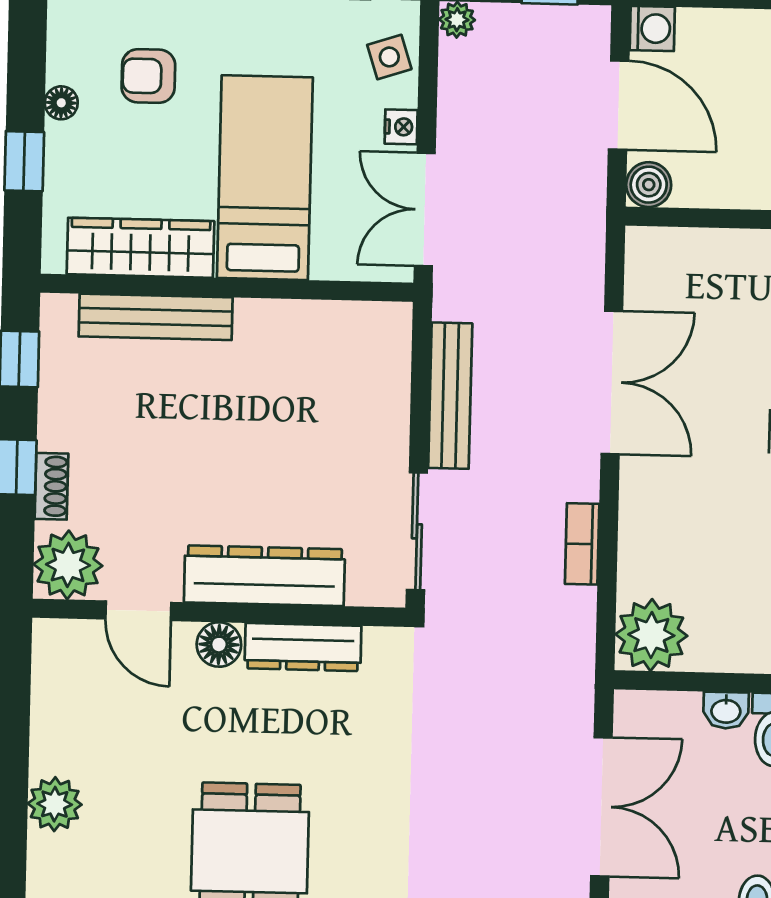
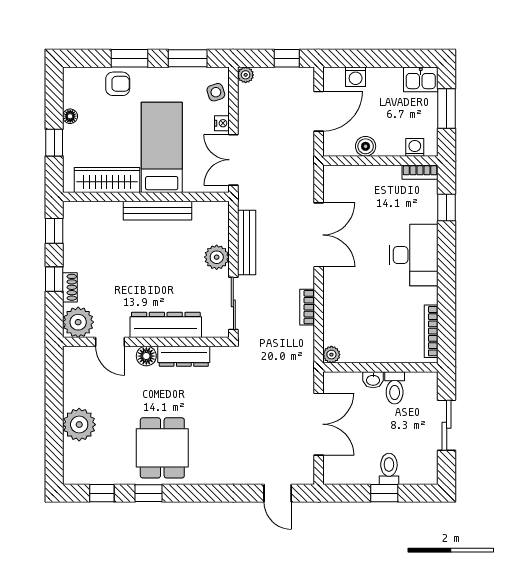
washing machine: (652, 29) -> (356, 77), moved, turned 90
armchair: (148, 76) -> (118, 84), moved, turned 180
door: (619, 105) -> (319, 111), hinge flipped
boiler: (649, 185) -> (366, 146), moved
bench: (156, 317) -> (157, 211), moved
plant: (382, 427) -> (217, 257), added
plant: (651, 635) -> (331, 355), width x0.53, depth x0.53
plant: (55, 804) -> (79, 425), width x1.36, depth x1.36

